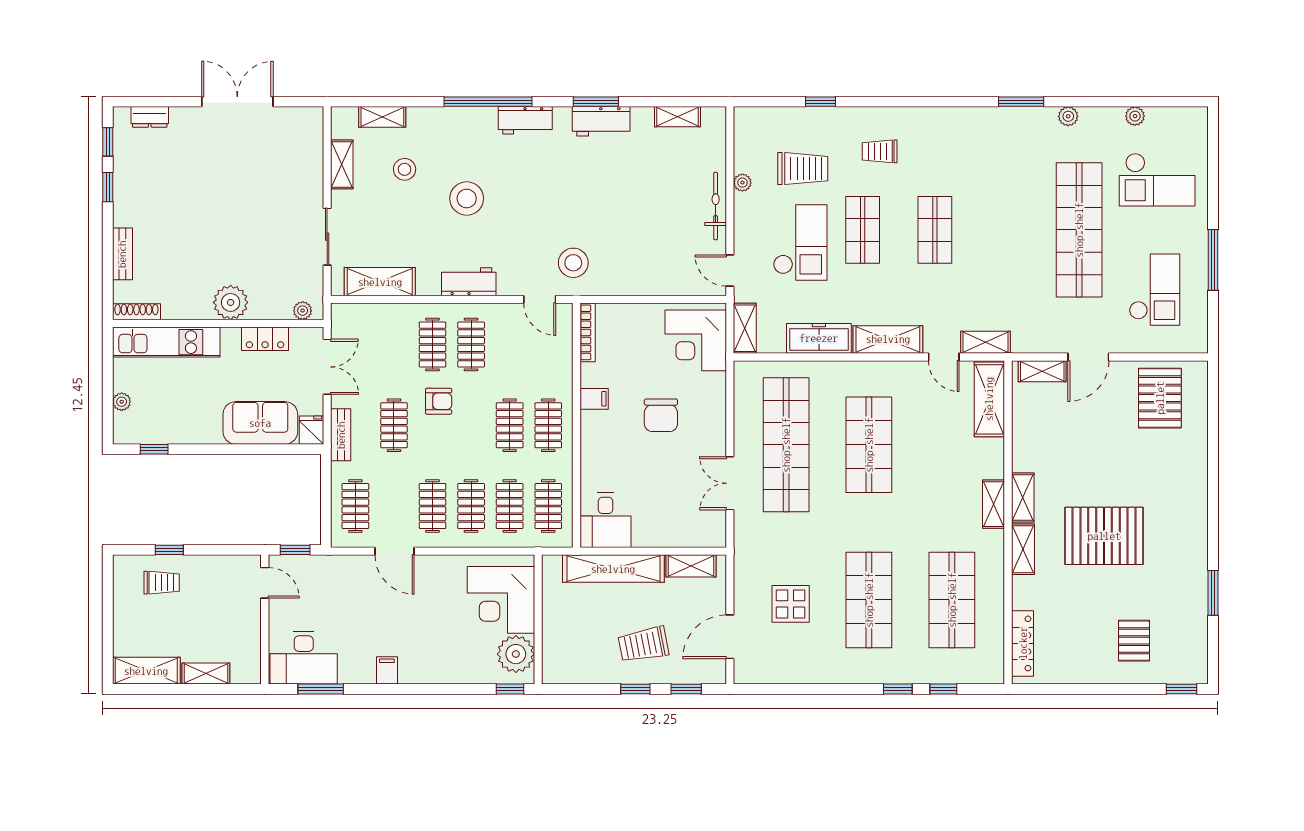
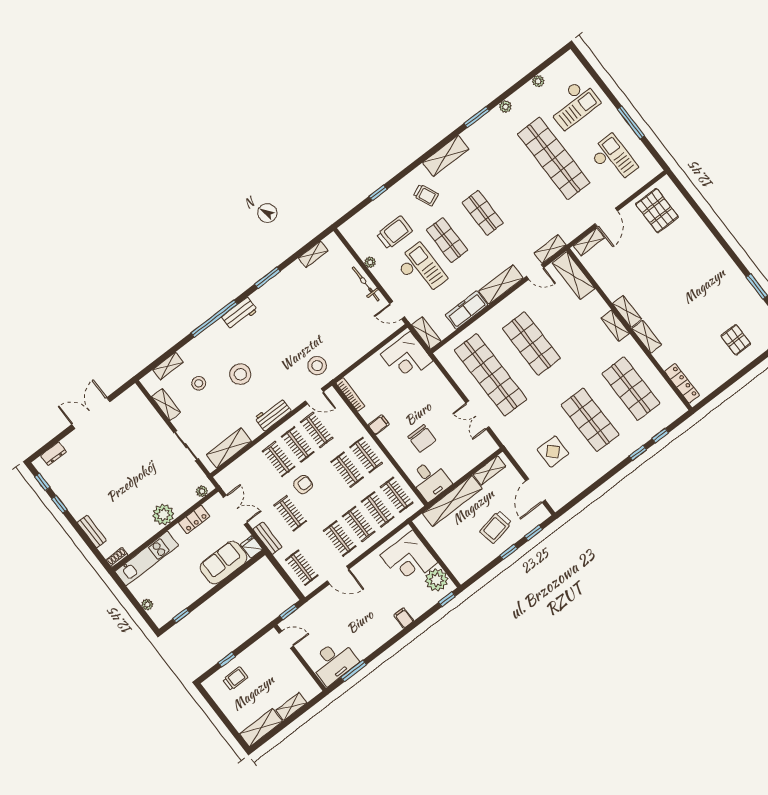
workbench: (601, 121) -> (277, 285), removed
shelving: (943, 121) -> (446, 156), added
trolley: (880, 151) -> (426, 195), turned -114
shoe rack: (136, 312) -> (117, 557), width x0.70
clothes rail: (510, 344) -> (317, 430), added
chair: (661, 415) -> (422, 438), moved
pallet: (1104, 536) -> (682, 300), removed
filing cabinet: (387, 670) -> (404, 618), moved

